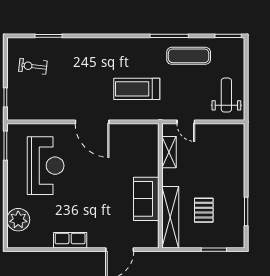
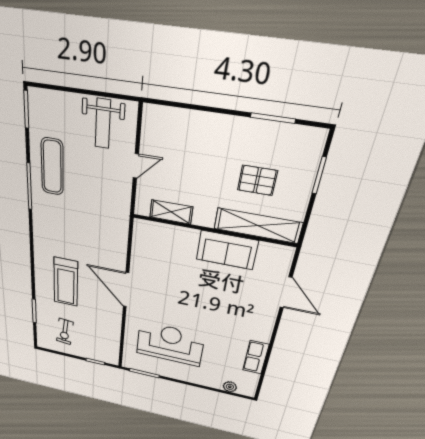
treadmill: (137, 89) -> (66, 282), moved
weight bench: (226, 95) -> (103, 124), turned -90
door: (92, 122) -> (126, 290), swing flipped
door: (186, 122) -> (136, 166), moved
plant: (18, 220) -> (230, 387), width x0.53, depth x0.53
row of seats: (70, 240) -> (256, 357), moved

